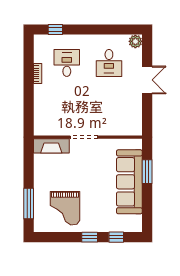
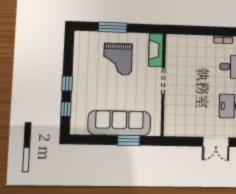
window: (29, 203) -> (113, 27), moved
grand piano: (65, 208) -> (118, 59), moved, turned -90

